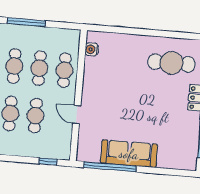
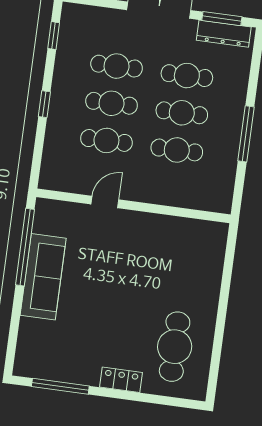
water cooler: (92, 49) -> (201, 229), removed
cafe table: (65, 70) -> (172, 187), removed
window: (48, 162) -> (44, 104), moved

